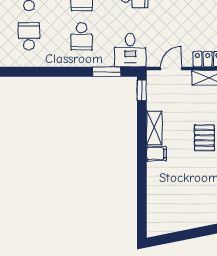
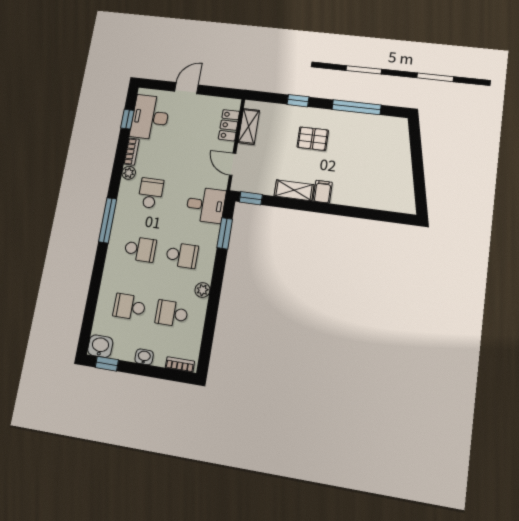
plant: (53, 60) -> (202, 290), added

